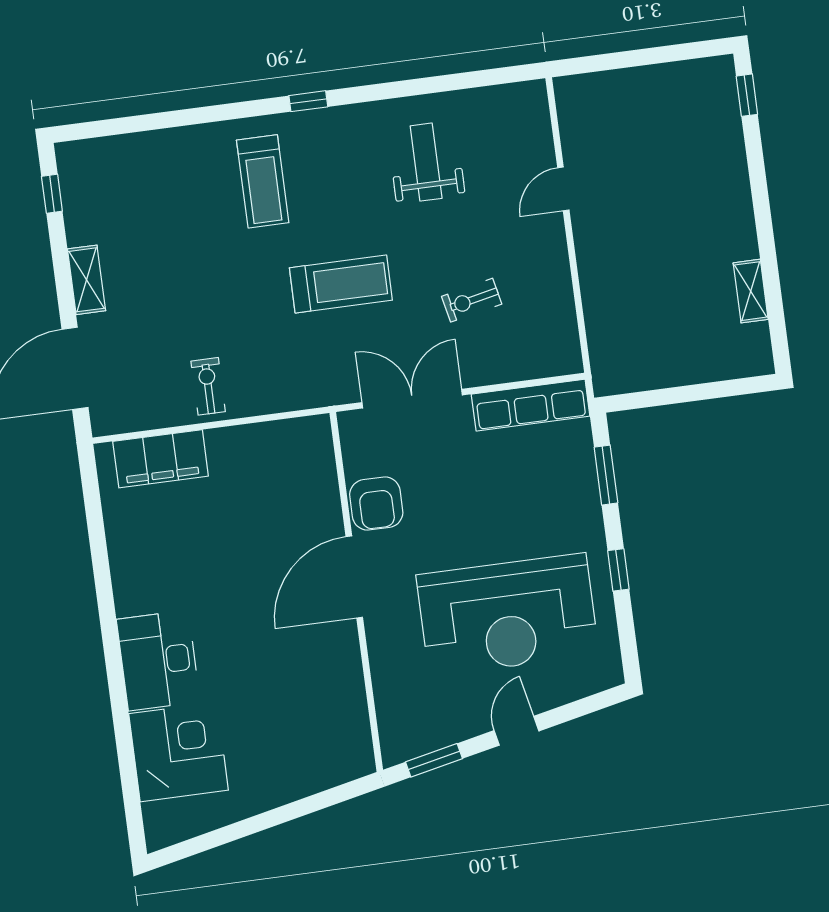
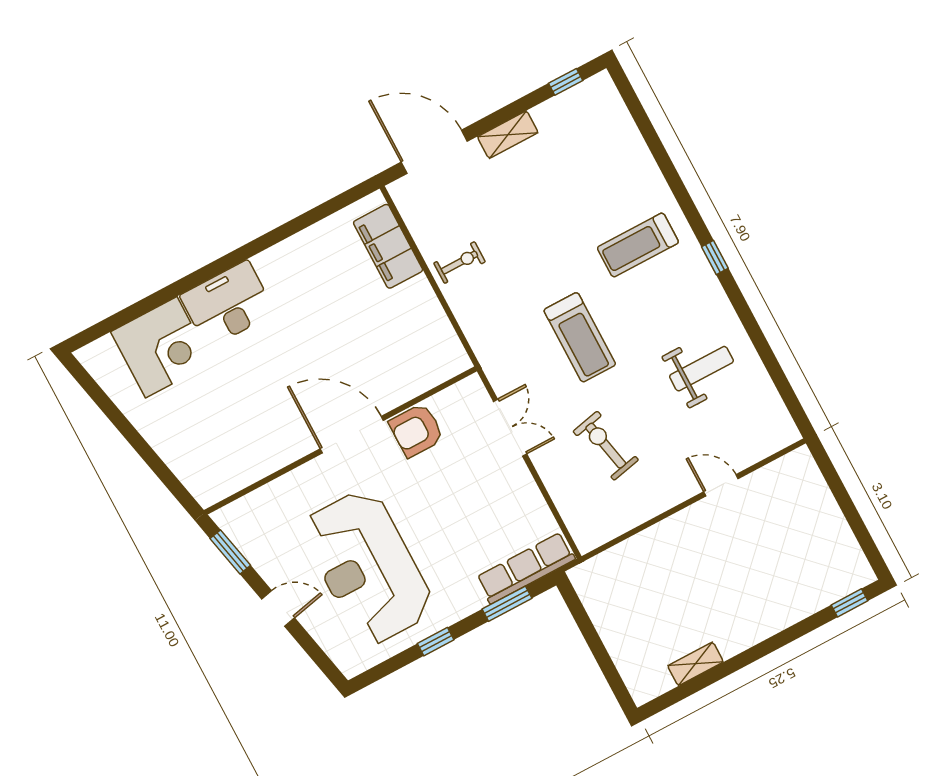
exercise bike: (472, 300) -> (606, 446), width x1.38, depth x1.39
double door: (412, 399) -> (510, 428), width x0.73
row of seats: (531, 405) -> (526, 568), moved, turned 90

